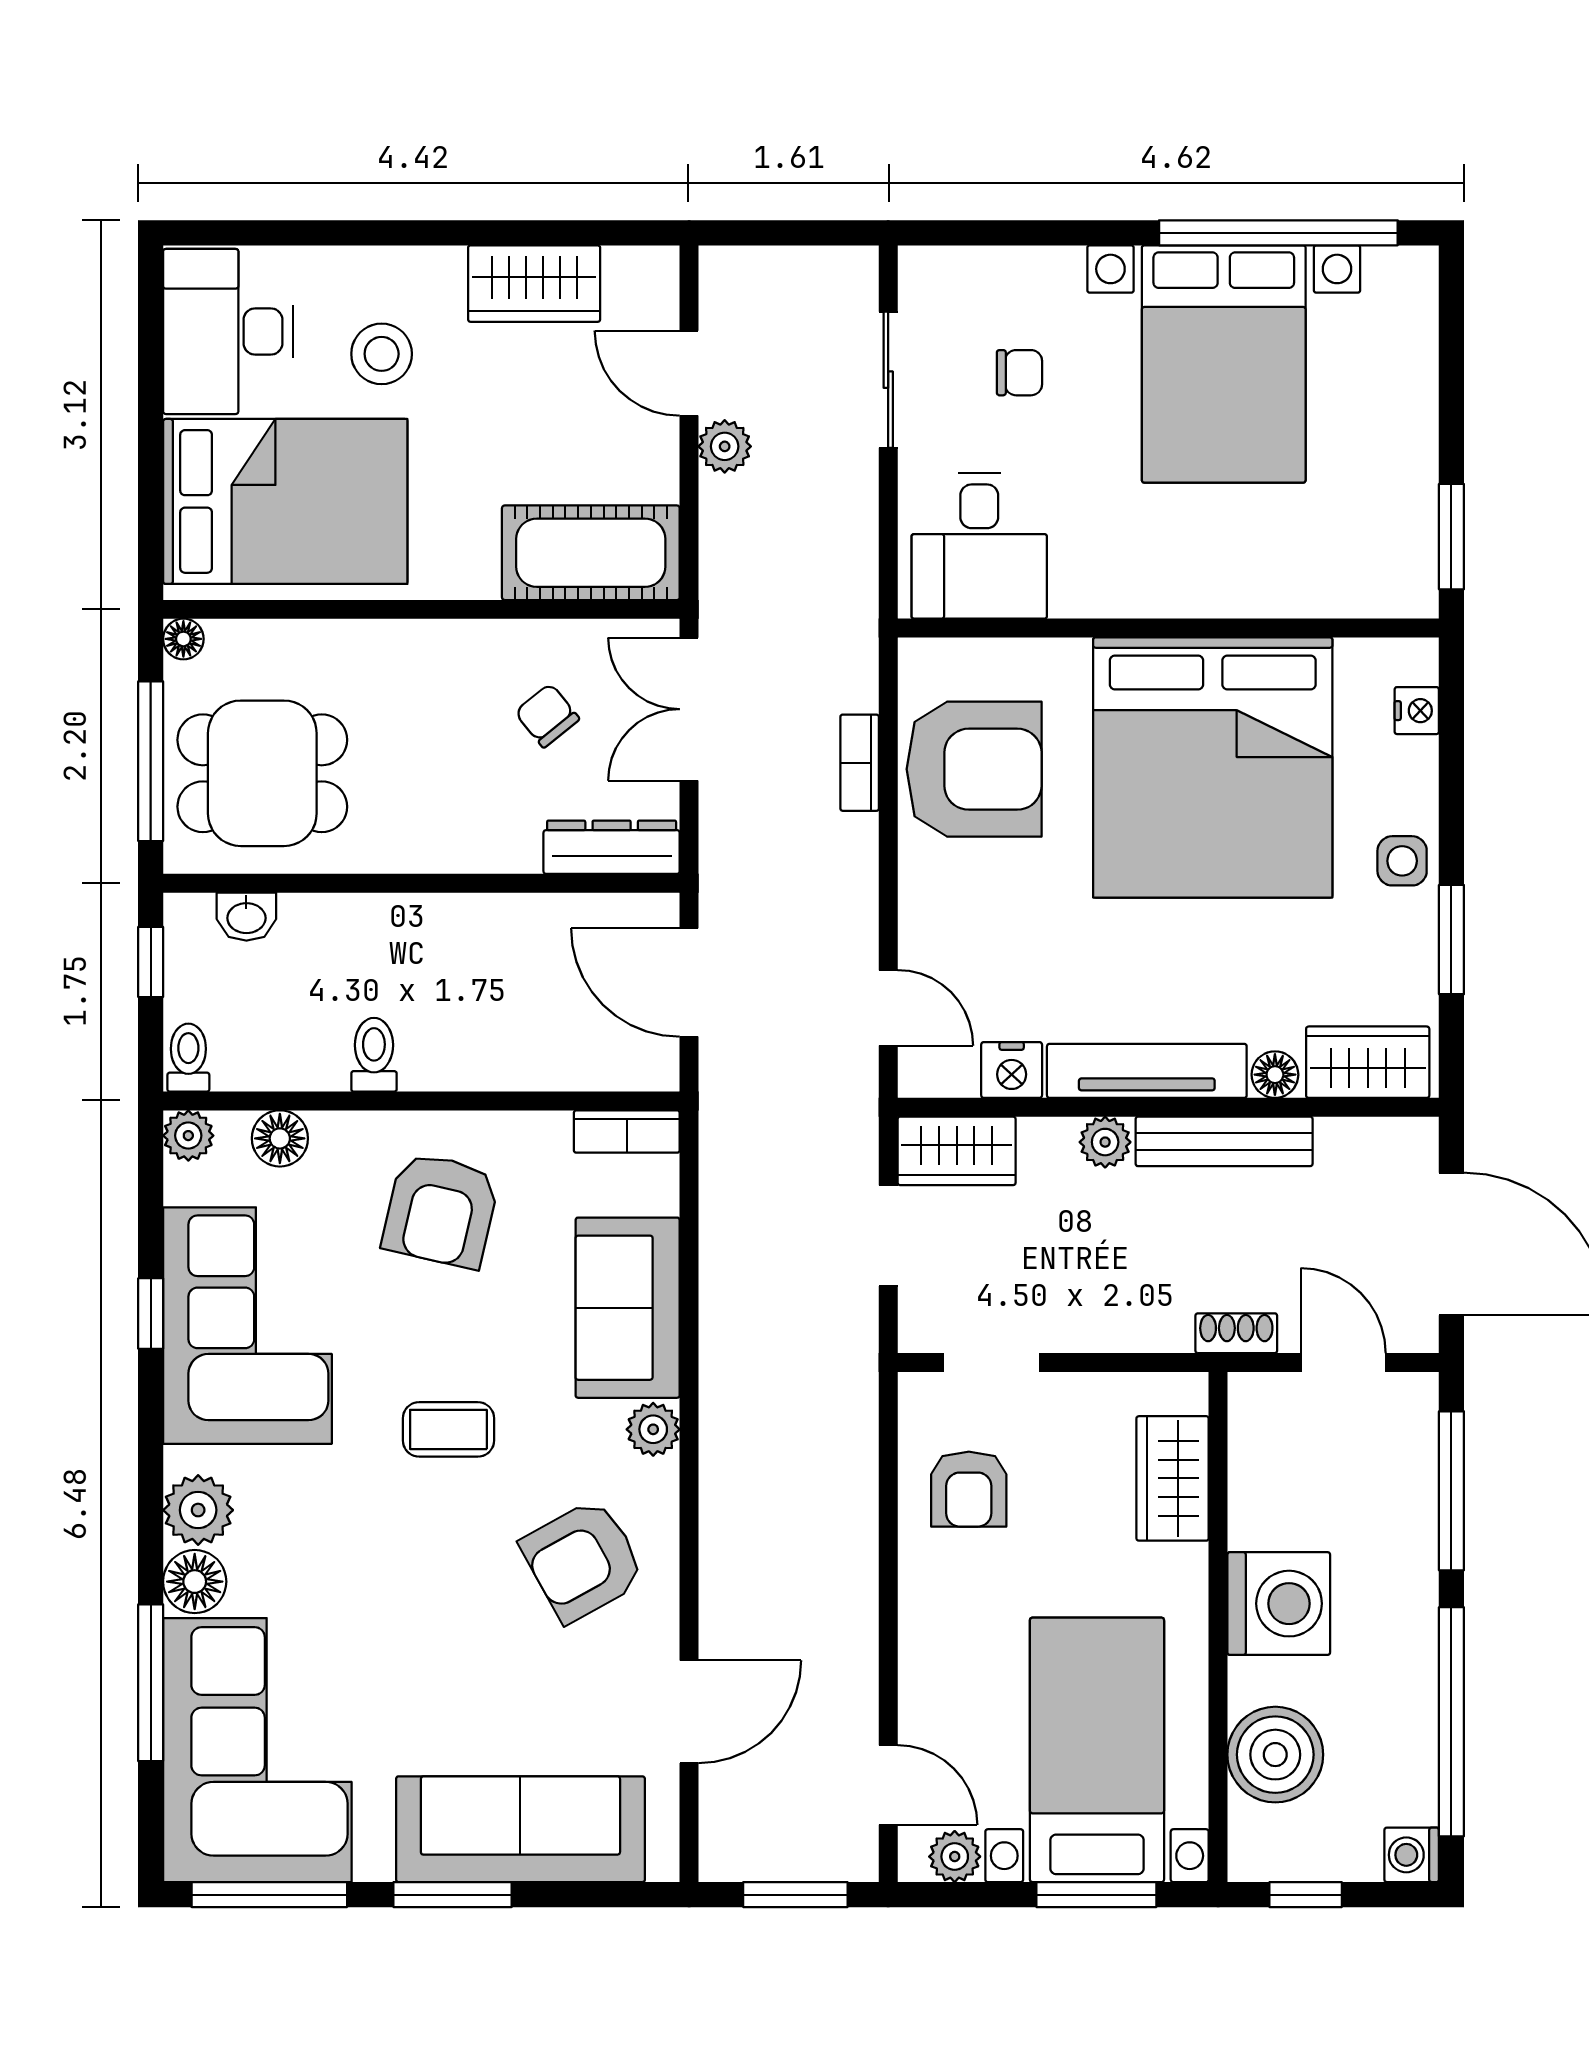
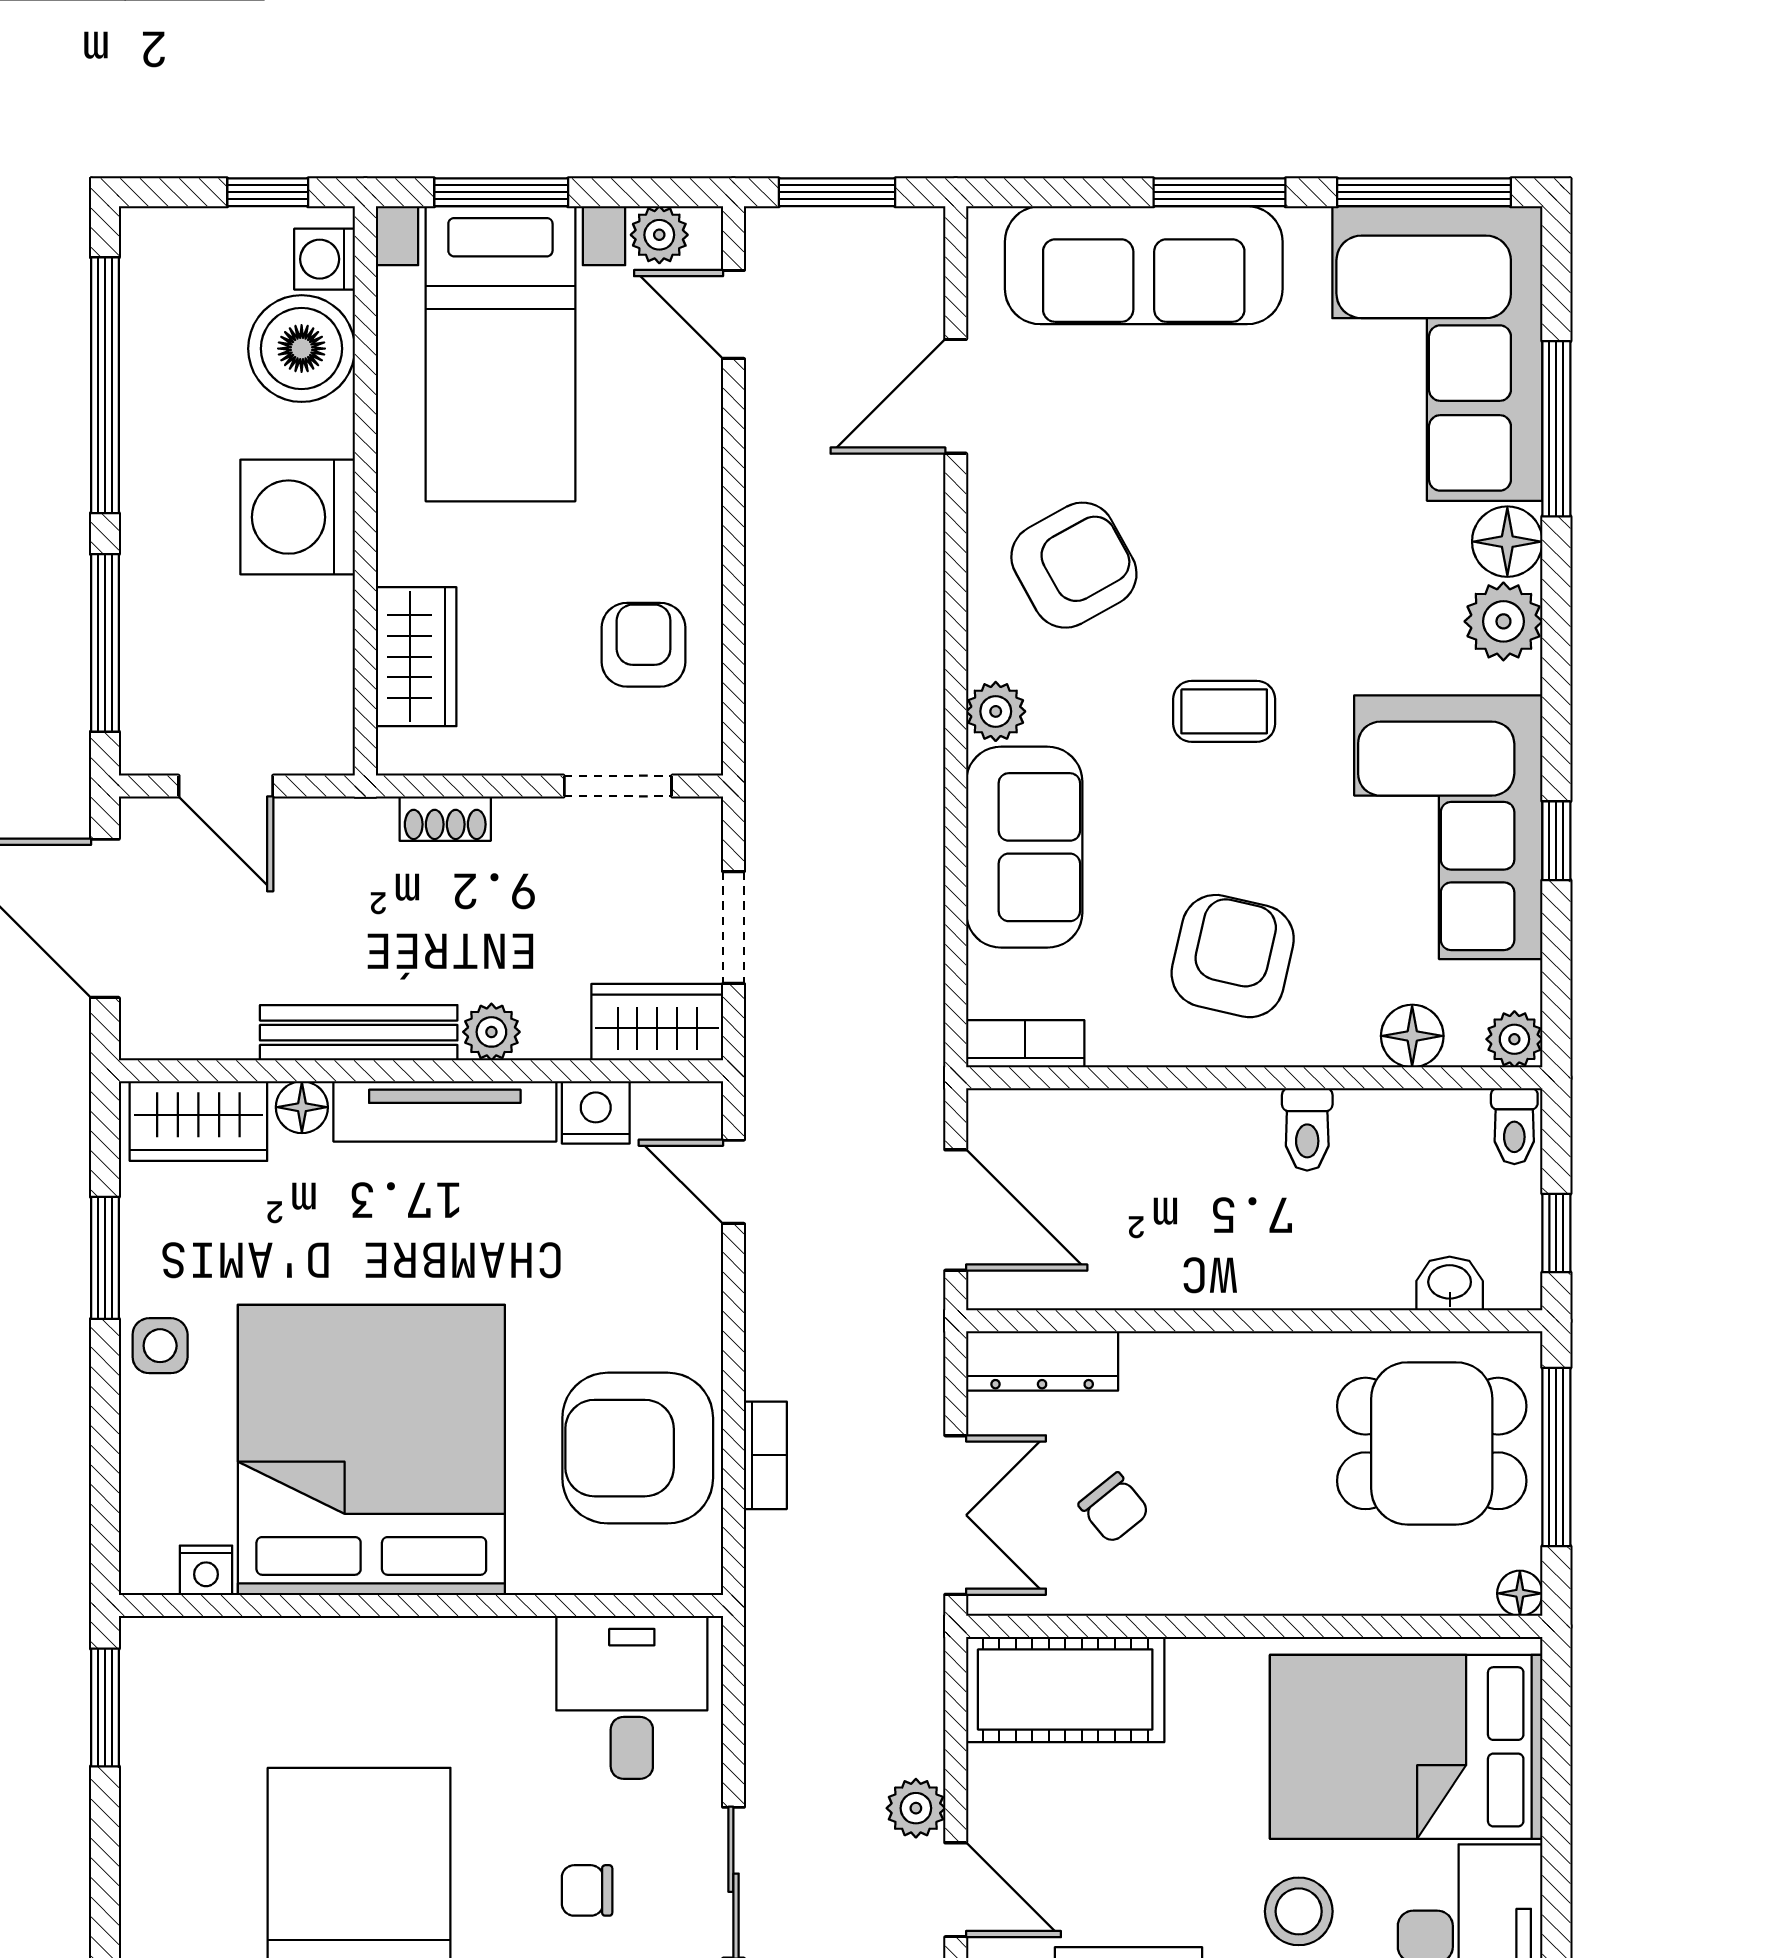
nightstand: (1417, 711) -> (206, 1570), moved, turned -90
shoe rack: (1236, 1333) -> (445, 819), moved
washing machine: (1412, 1855) -> (325, 259), moved, turned 180

